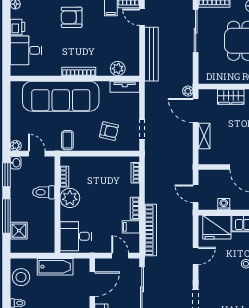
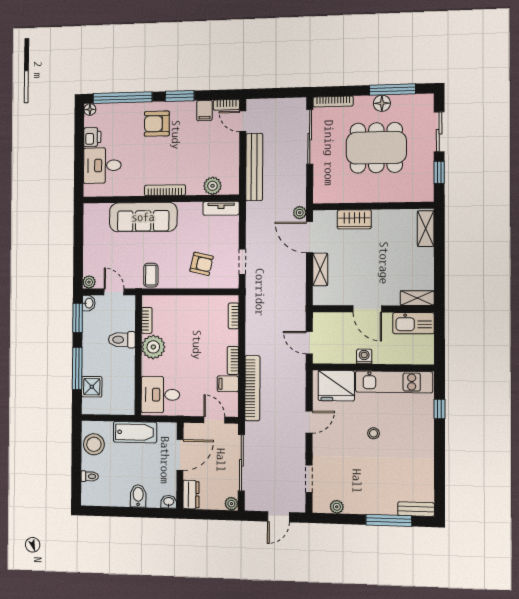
sofa: (61, 96) -> (143, 217), width x0.74, depth x0.79
washing machine: (224, 204) -> (364, 356), moved

